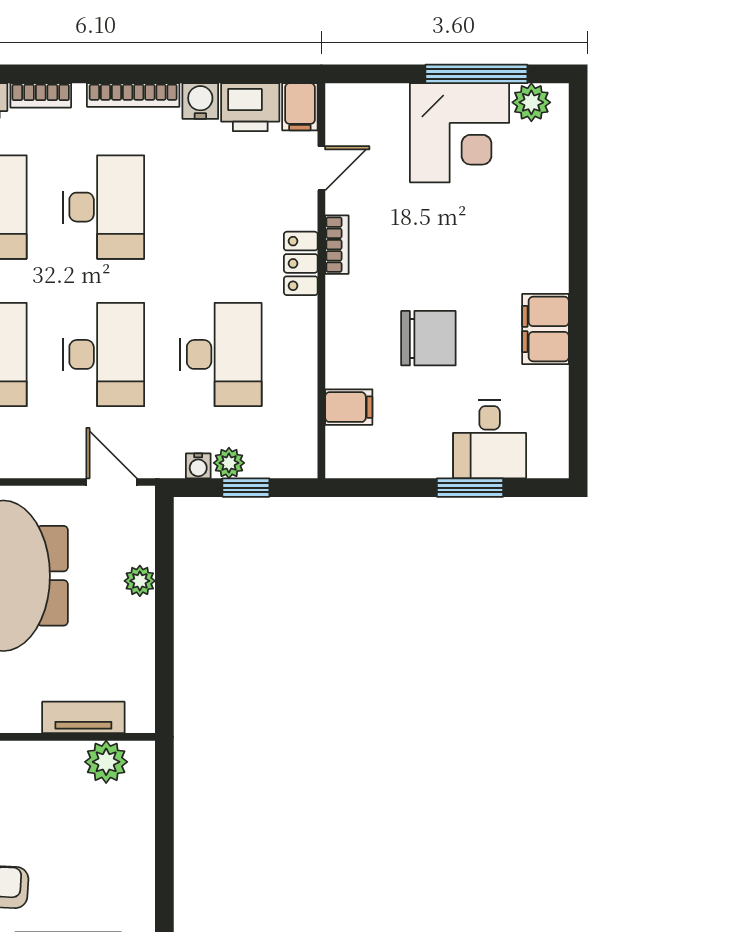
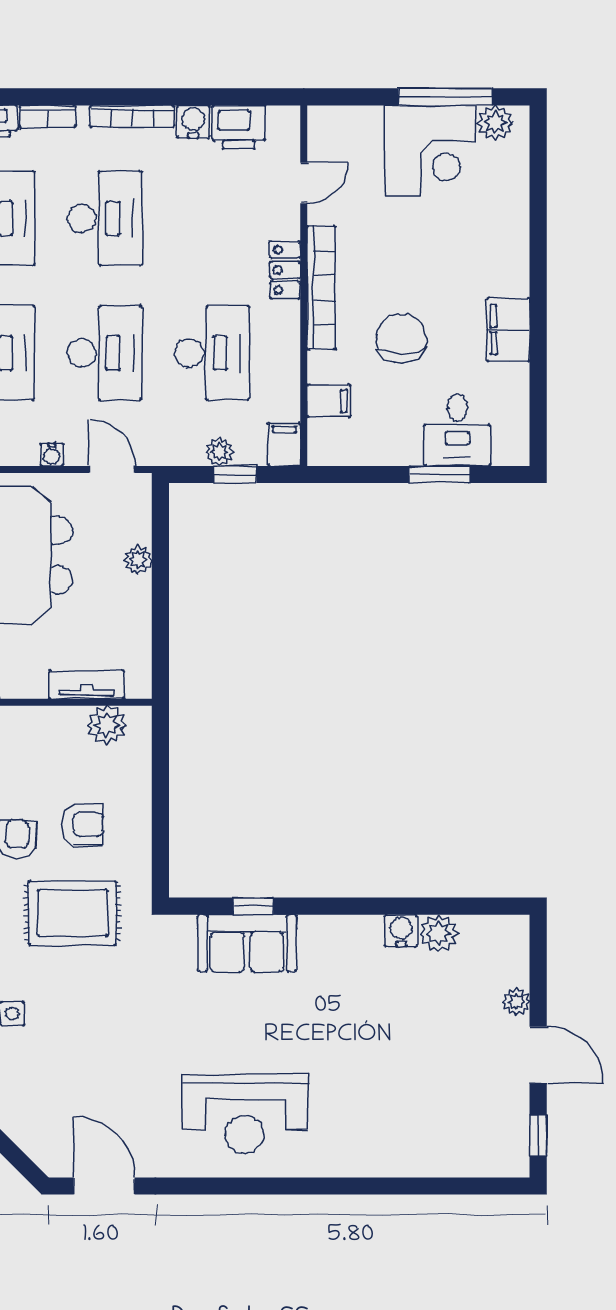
filing cabinet: (300, 107) -> (284, 445), moved, turned 180
bookcase: (337, 245) -> (321, 288), width x2.31, depth x1.31
chair: (428, 338) -> (401, 338), turned -91
water cooler: (198, 466) -> (52, 455), moved
armchair: (79, 871) -> (83, 824), added

